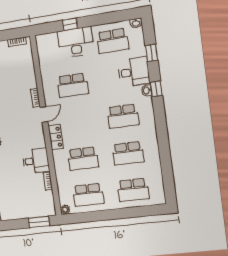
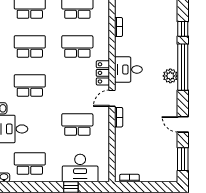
desk: (76, 42) -> (80, 168), moved
desk: (36, 161) -> (128, 69), moved

